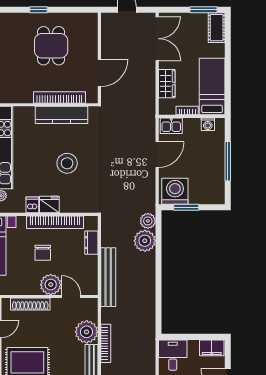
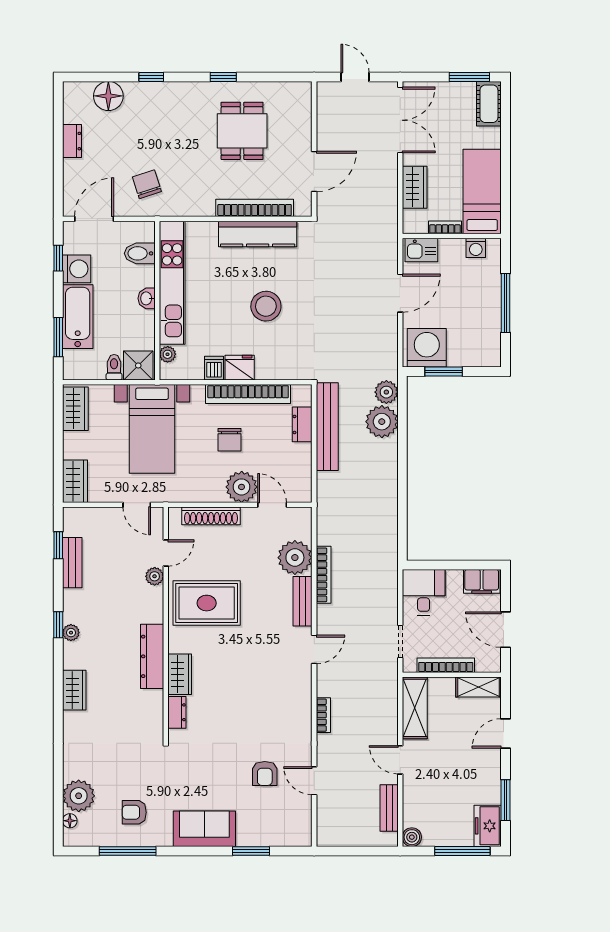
bench: (108, 277) -> (327, 427), moved

